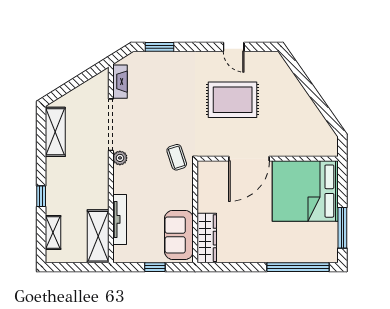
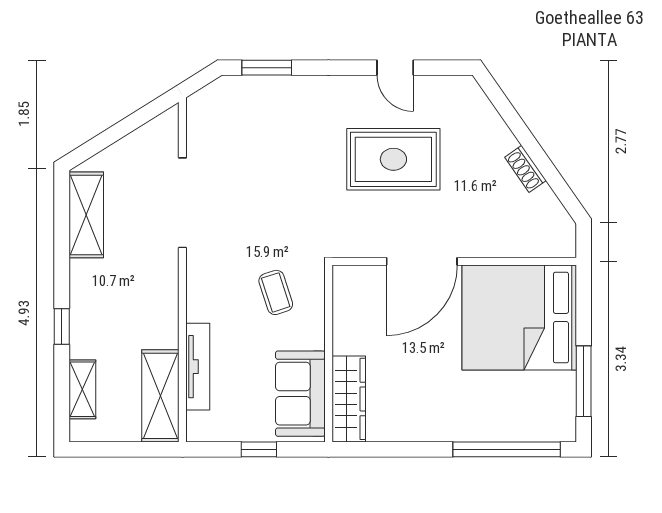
fireplace: (120, 82) -> (198, 128), removed
shoe rack: (309, 105) -> (525, 169), added
coffee table: (177, 157) -> (276, 292), moved
plant: (120, 158) -> (198, 260), removed

